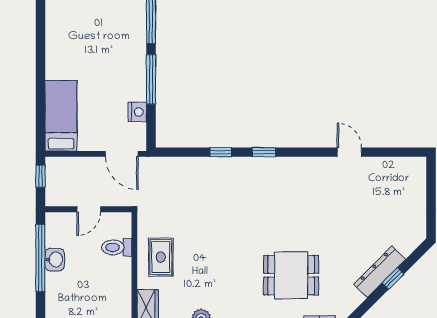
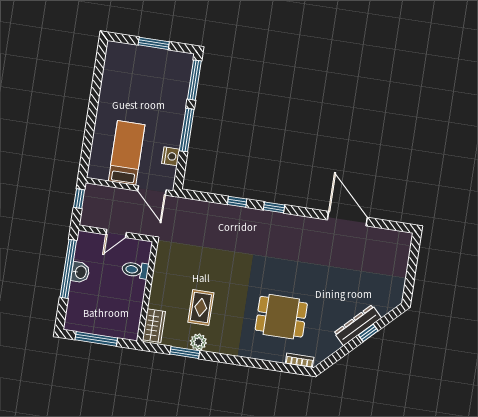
bed: (61, 116) -> (127, 153), moved
door: (349, 152) -> (347, 219), width x1.88
rug: (161, 257) -> (201, 307), moved

